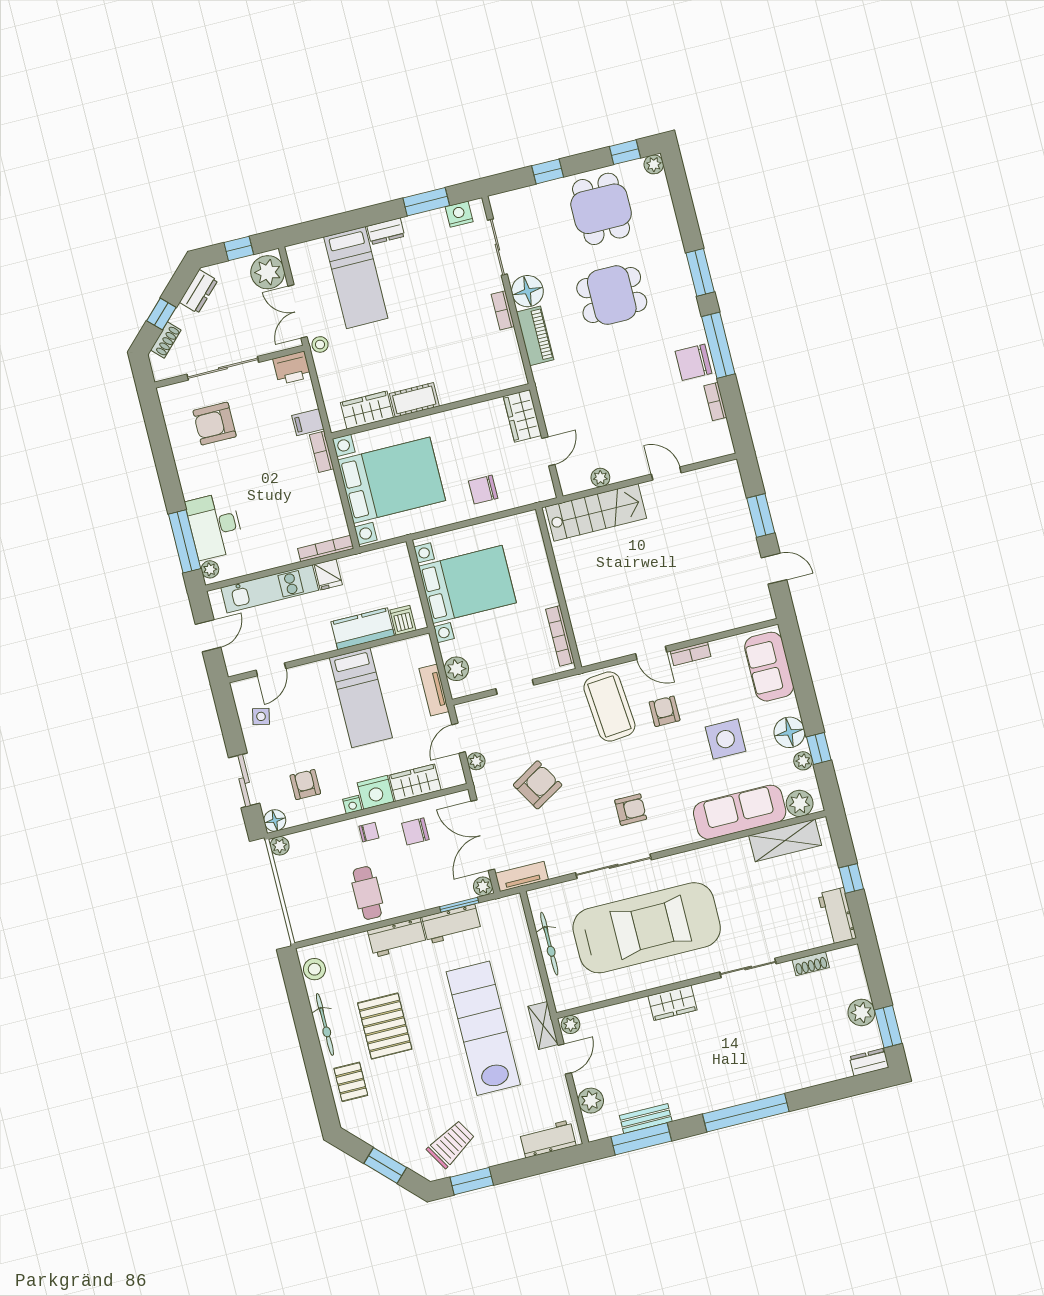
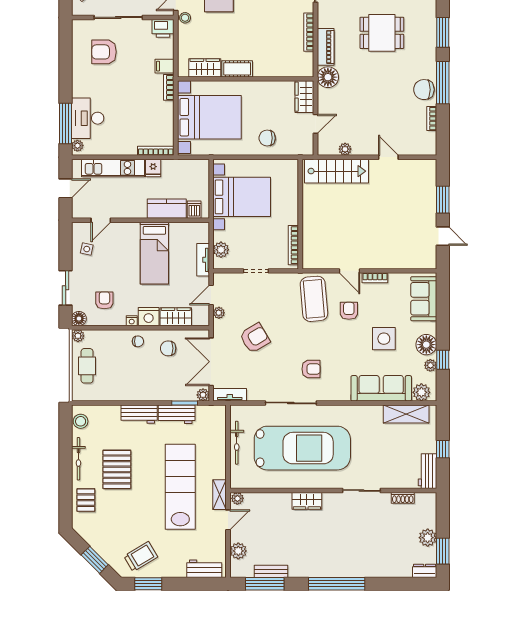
floor lamp: (527, 291) -> (328, 77), moved
bookcase: (503, 310) -> (309, 32), width x1.56
cafe table: (367, 893) -> (87, 366), moved

